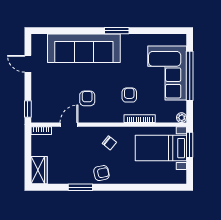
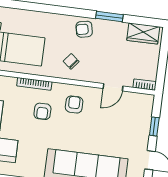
armchair: (87, 98) -> (74, 104), moved, turned 180
window: (28, 109) -> (154, 126), moved
wardrobe: (39, 170) -> (143, 34), moved, turned -90

